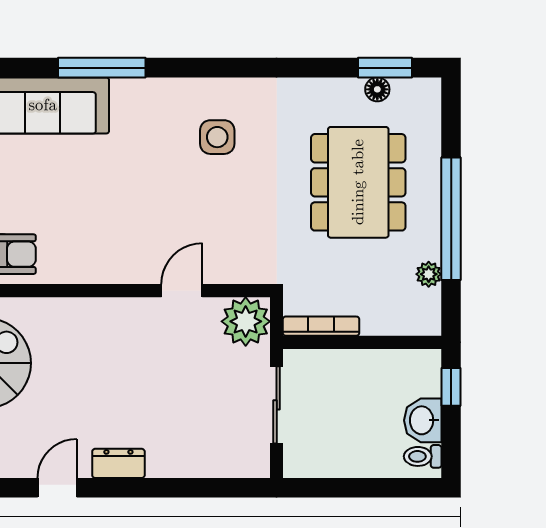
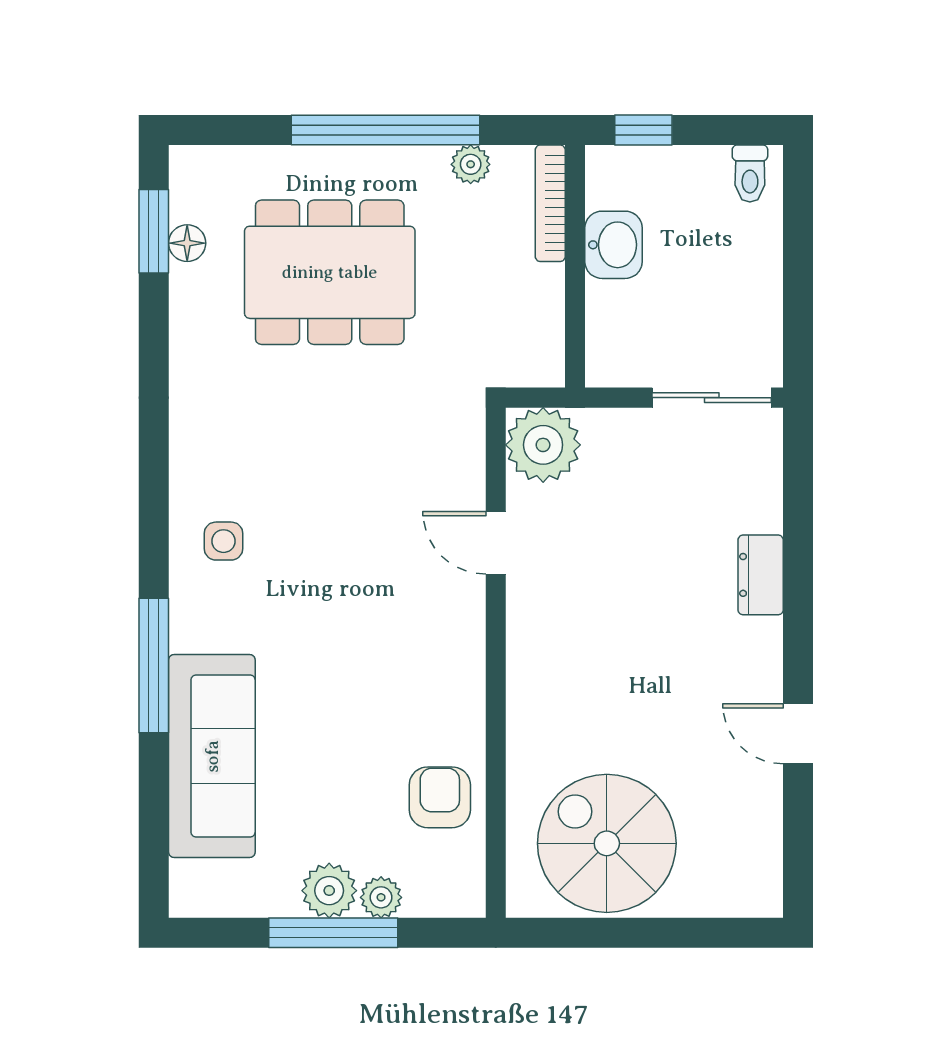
side table: (217, 137) -> (224, 541), moved, width x0.73, depth x0.73
bookcase: (321, 326) -> (550, 203), moved
sliding door: (277, 405) -> (712, 398), moved
washbasin: (423, 420) -> (614, 245), moved, turned -90
dresser: (118, 463) -> (761, 575), moved

